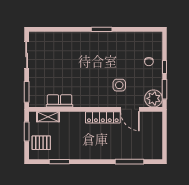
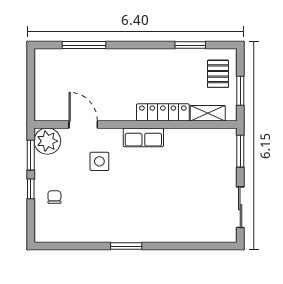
row of seats: (60, 101) -> (143, 137), moved
locker: (103, 117) -> (163, 112), moved
pallet: (41, 143) -> (218, 74), turned 90

